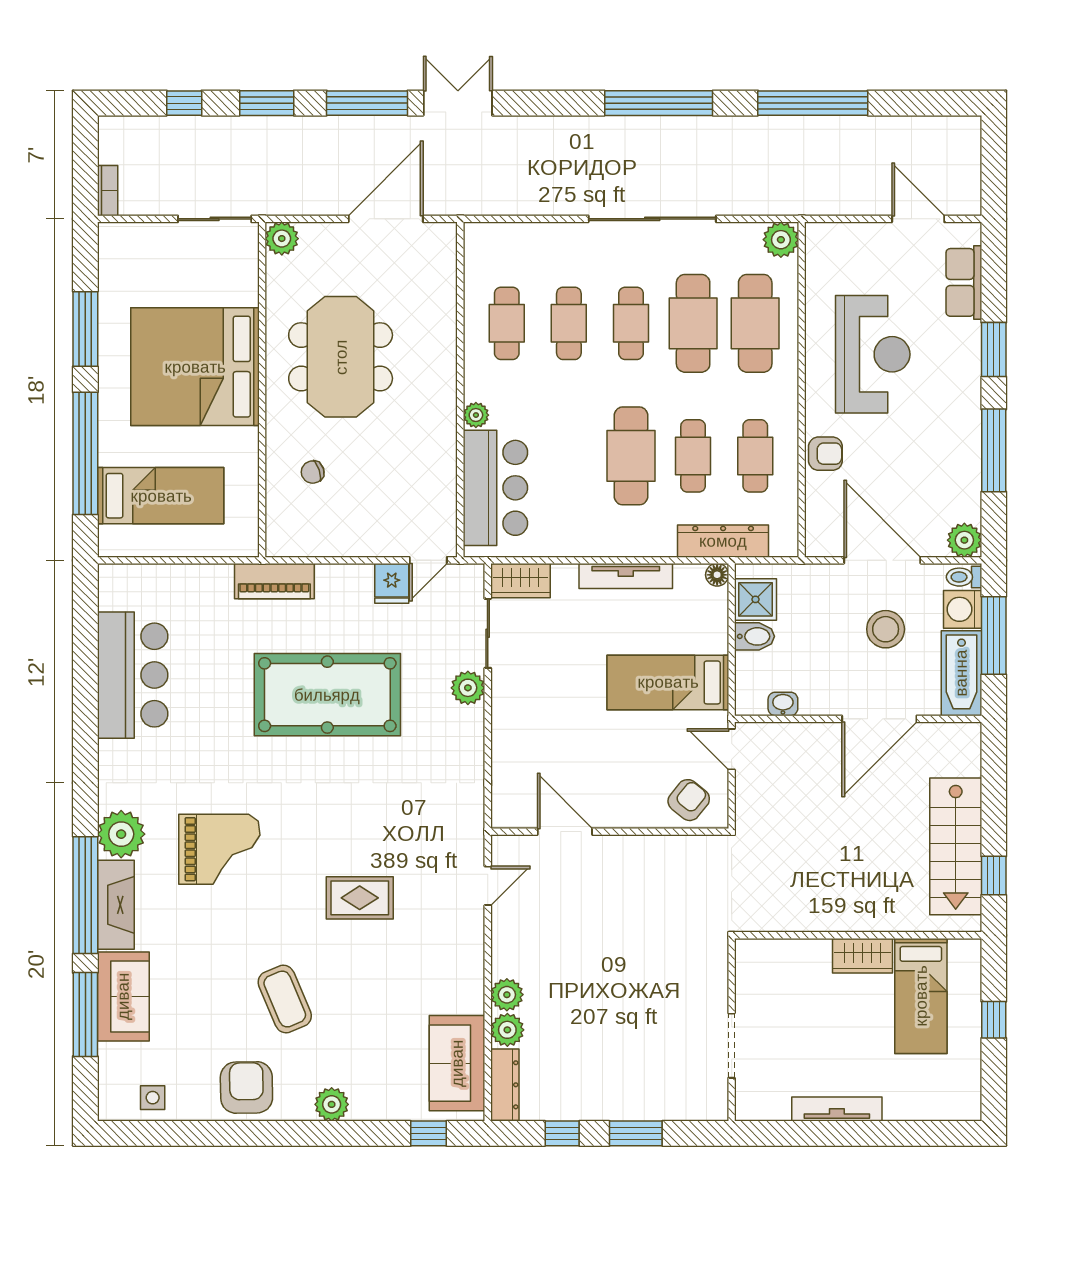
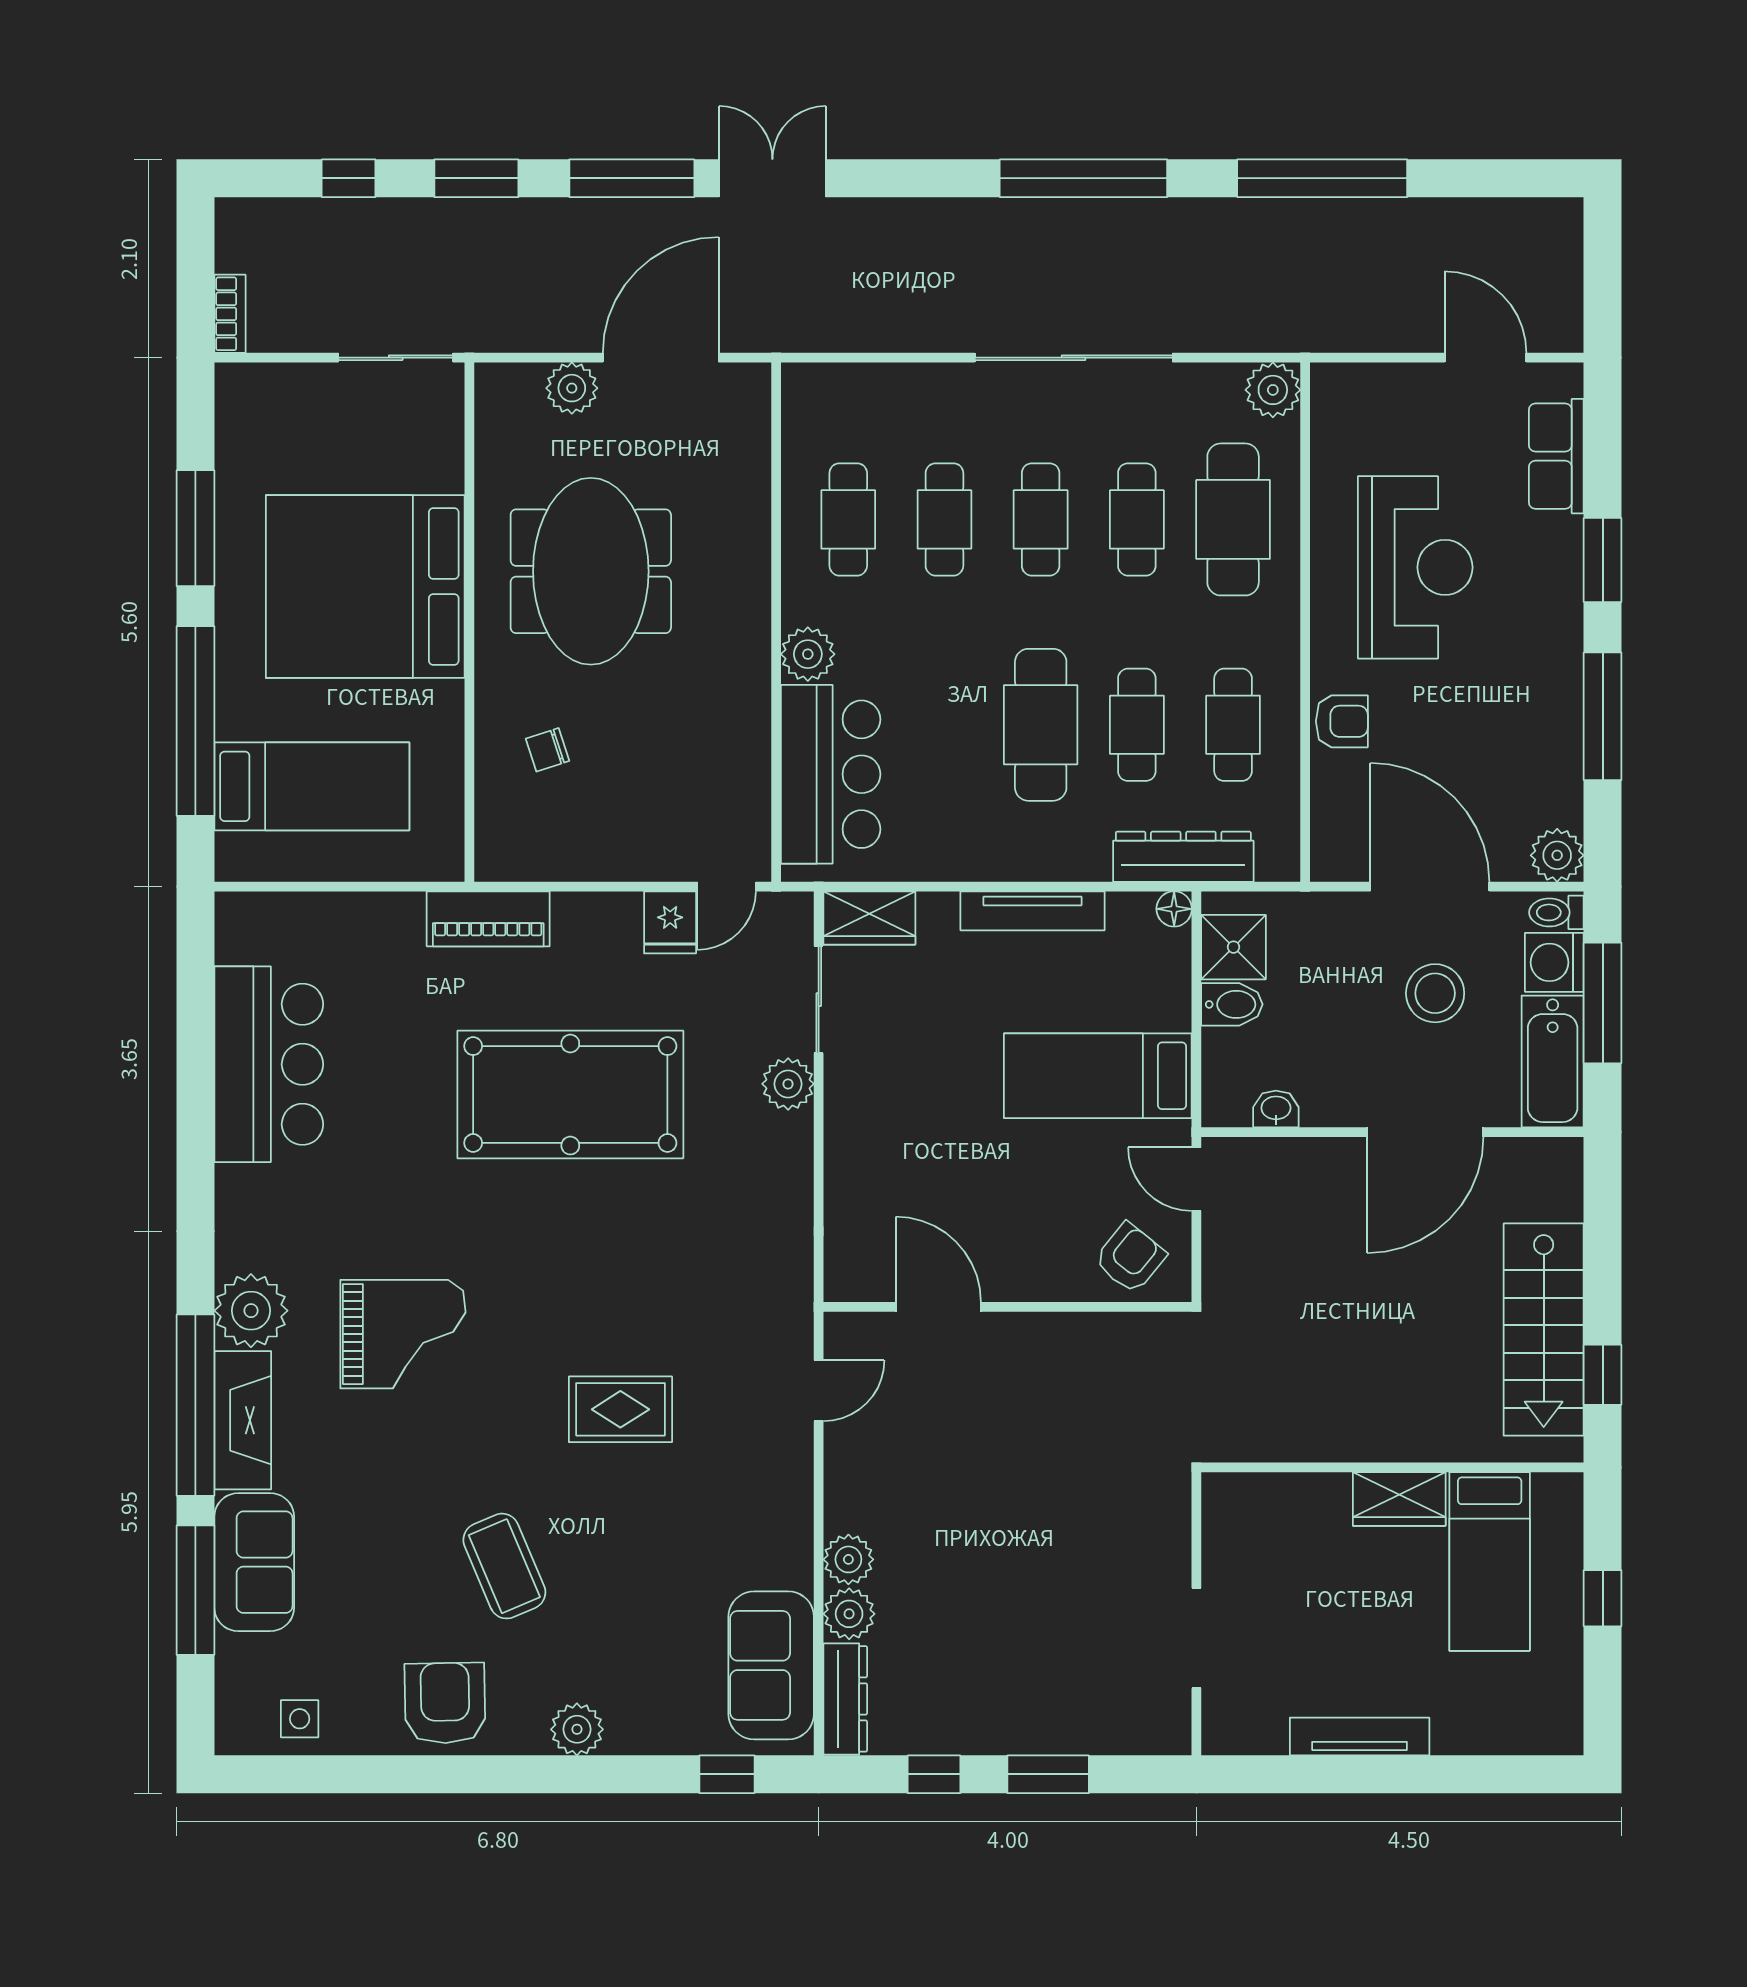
plant: (282, 239) -> (572, 388), moved
cafe table: (693, 323) -> (1137, 519), width x0.73, depth x0.74
plant: (476, 415) -> (808, 654), width x1.38, depth x1.38

